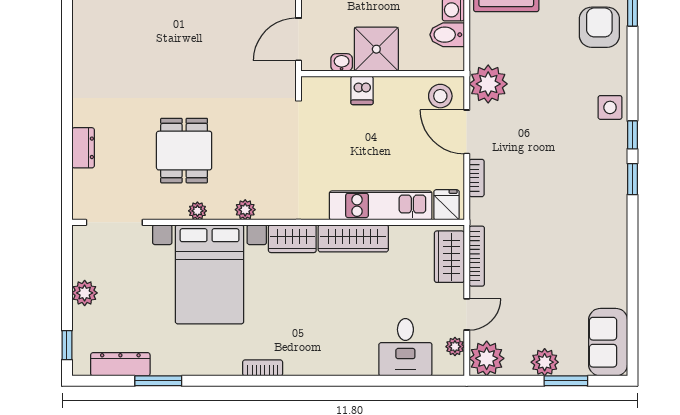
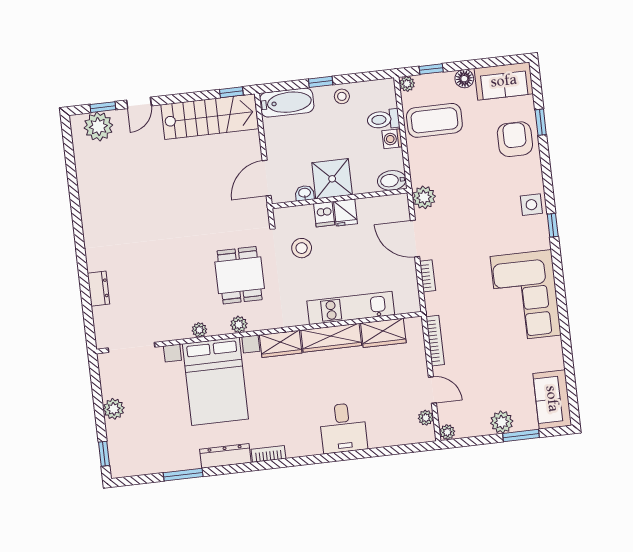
bidet: (447, 35) -> (392, 180), moved
plant: (488, 84) -> (424, 197), width x0.73, depth x0.73
stool: (440, 96) -> (302, 248), moved
dining table: (184, 151) -> (240, 275), moved
window: (632, 179) -> (557, 262), removed
fridge: (446, 205) -> (346, 212), moved, turned 180
corner sofa: (591, 215) -> (526, 296), added
wardrobe: (449, 257) -> (383, 333), moved, turned -90
door: (467, 314) -> (432, 390), hinge flipped
desk: (405, 347) -> (343, 428), moved
plant: (487, 358) -> (447, 432), width x0.53, depth x0.53
dresser: (120, 364) -> (225, 456), moved

